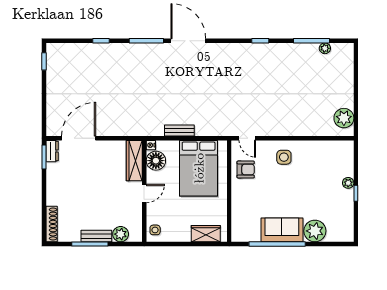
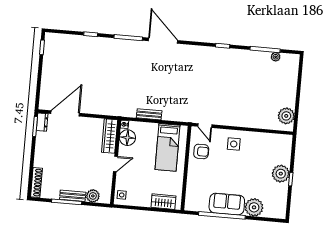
bed: (199, 168) -> (167, 147), width x0.67
plant: (348, 183) -> (281, 174), width x1.87, depth x1.87

